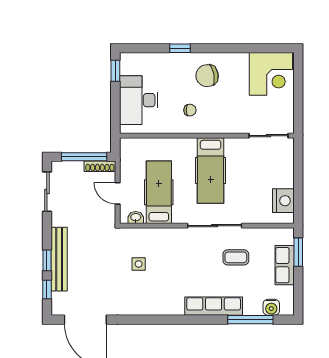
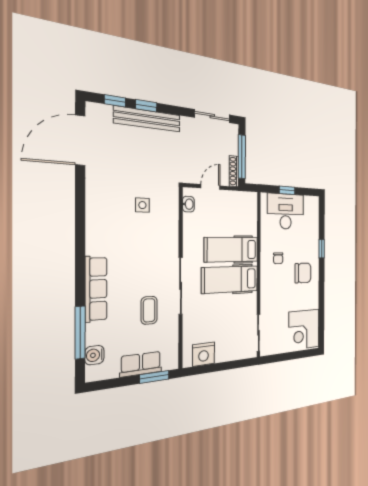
window: (115, 71) -> (287, 190), moved
chair: (207, 76) -> (303, 273), turned 101
hospital bed: (159, 192) -> (232, 250), moved, turned 180

